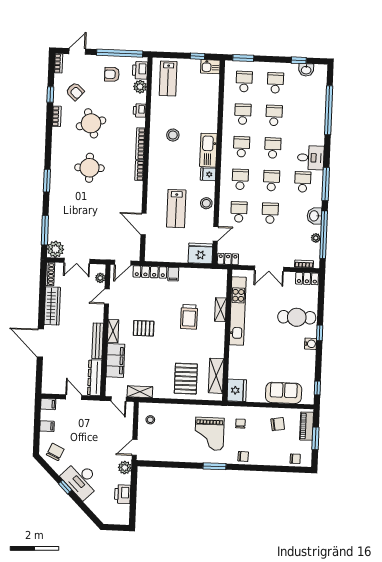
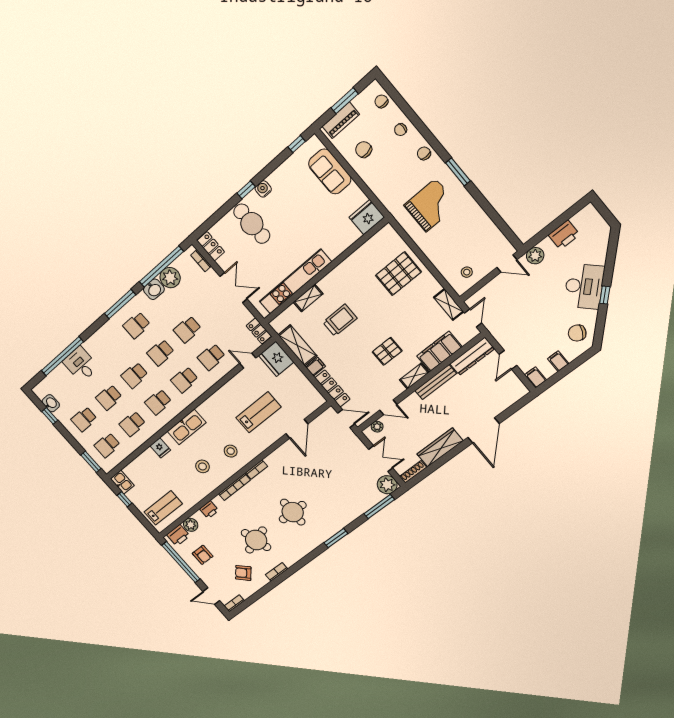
armchair: (75, 91) -> (243, 573), turned -90
window: (50, 94) -> (264, 590), removed
desk: (311, 158) -> (81, 364), moved
fridge: (208, 174) -> (160, 448), moved
stool: (206, 203) -> (231, 451), moved
plant: (316, 238) -> (170, 278), width x1.88, depth x1.88
pallet: (144, 328) -> (387, 351), turned 90
shelving: (216, 376) -> (297, 346), moved, turned 90
chair: (240, 424) -> (401, 130), moved

